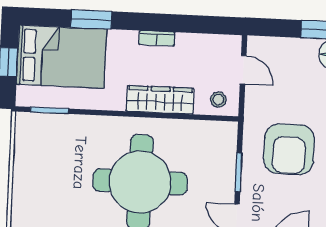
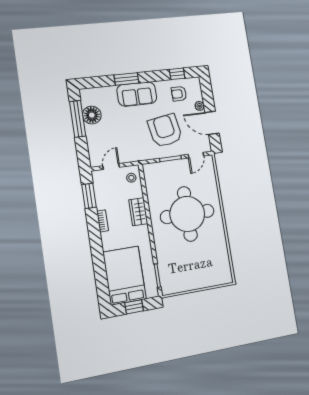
window: (91, 19) -> (89, 196), moved
wardrobe: (160, 100) -> (138, 212), width x0.67
armchair: (289, 149) -> (165, 131), moved, turned -100

